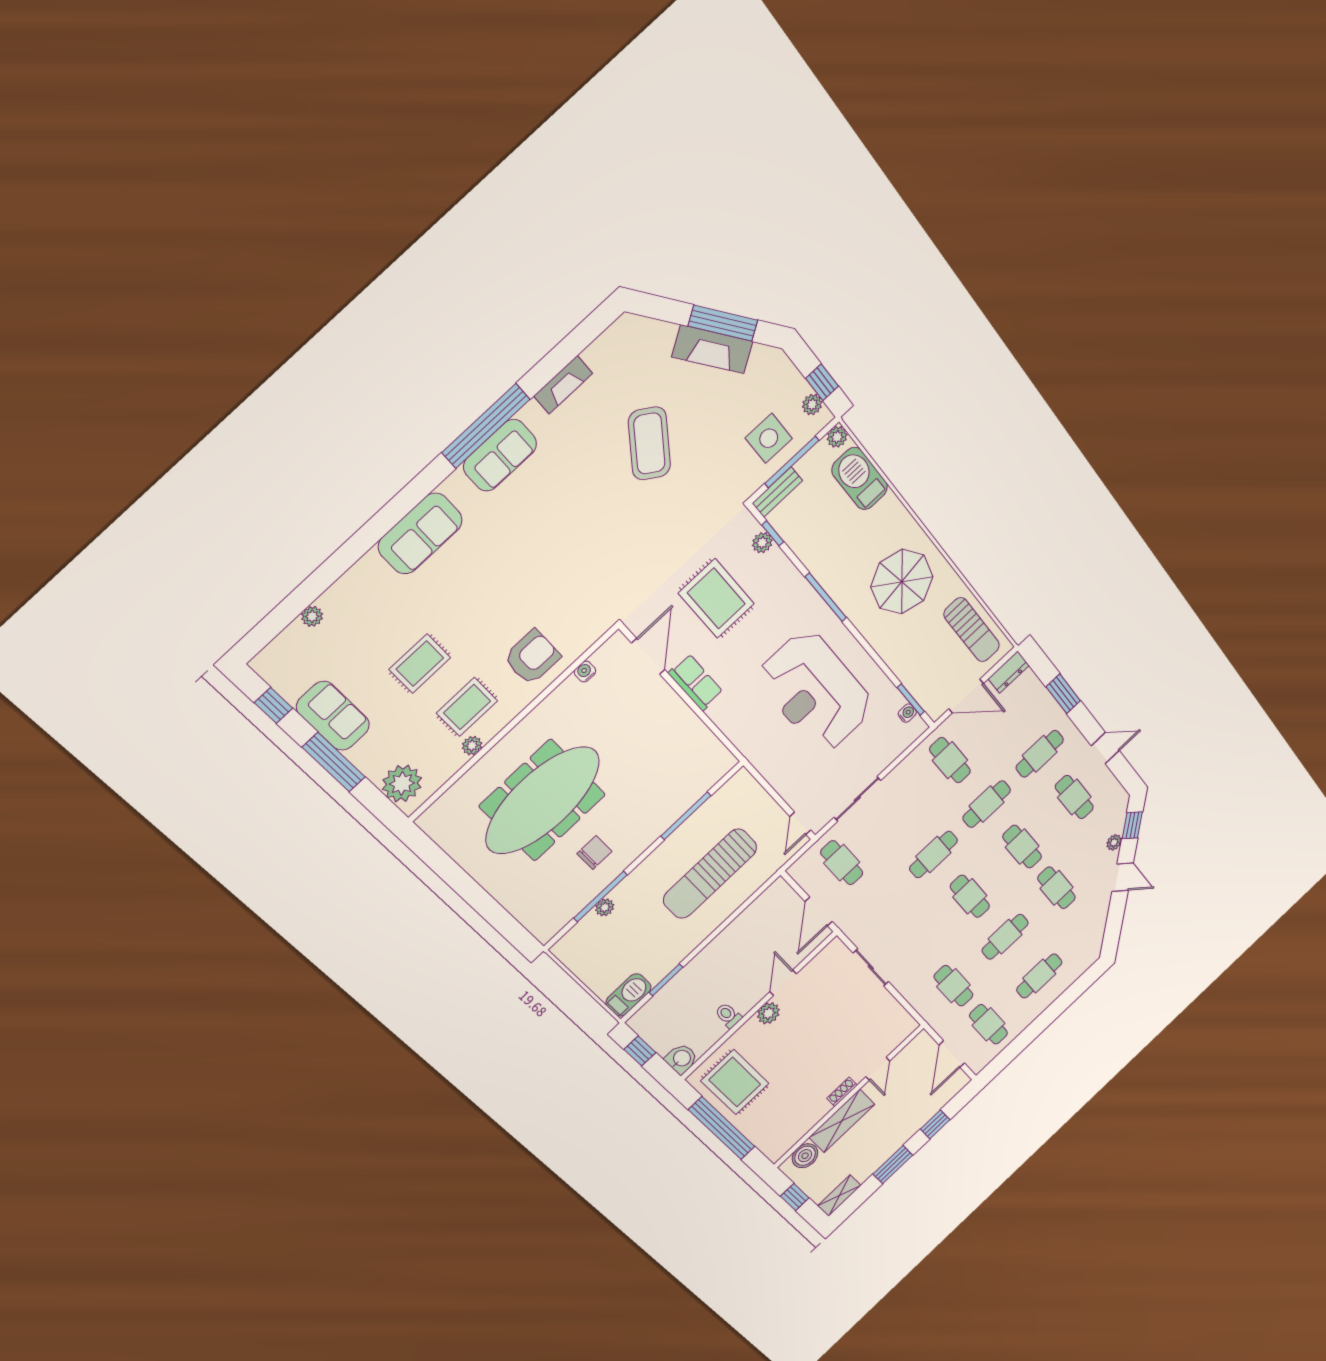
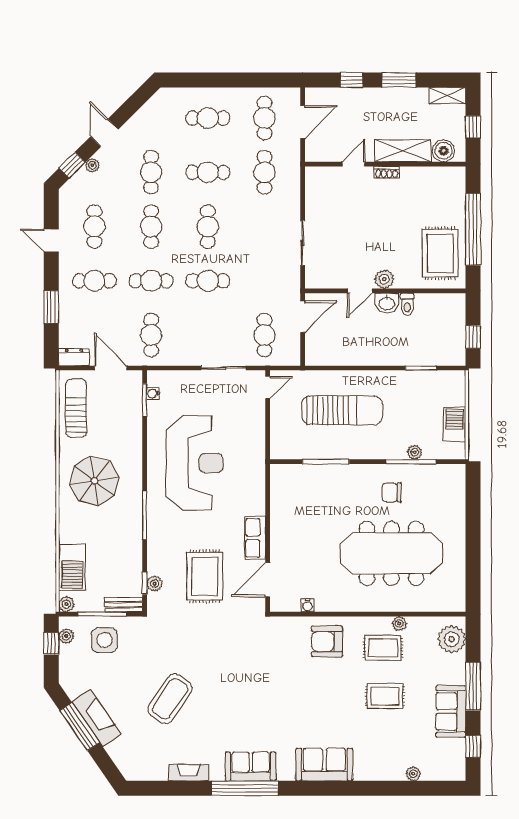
barbecue: (629, 995) -> (454, 424), moved, turned 90
washbasin: (681, 1059) -> (387, 303), moved, turned -90

